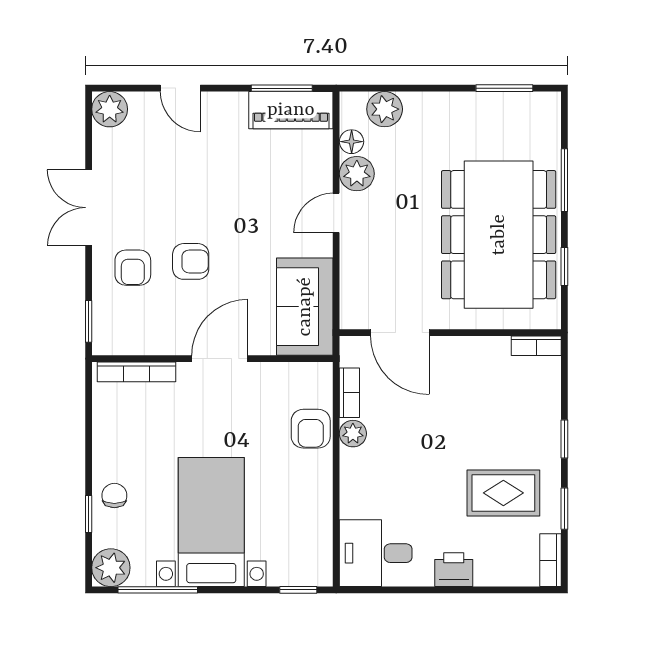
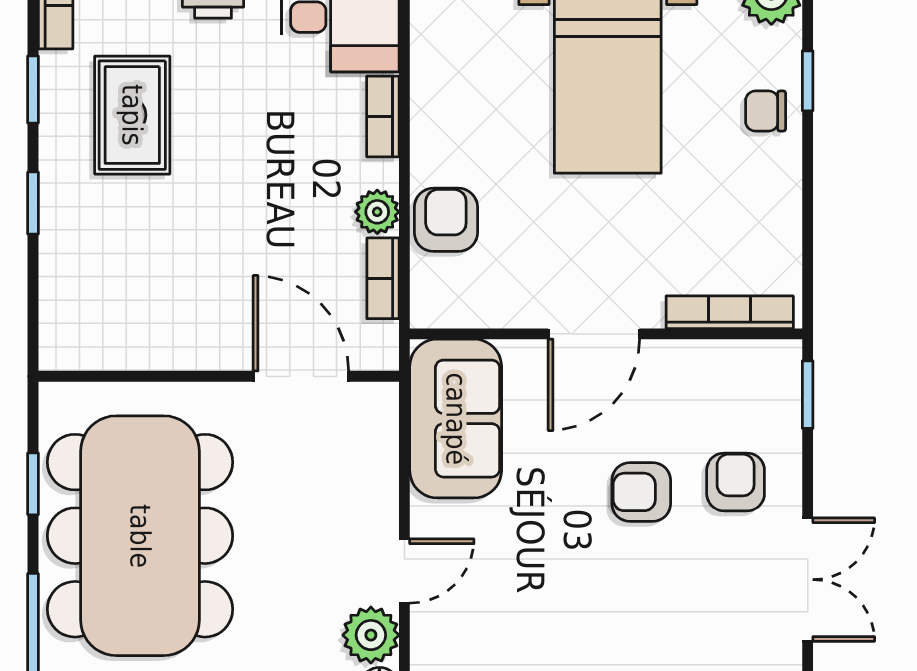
bookcase: (536, 346) -> (383, 116), moved, turned -90
rug: (503, 493) -> (132, 115), turned 90
chair: (114, 495) -> (766, 111), turned 90

